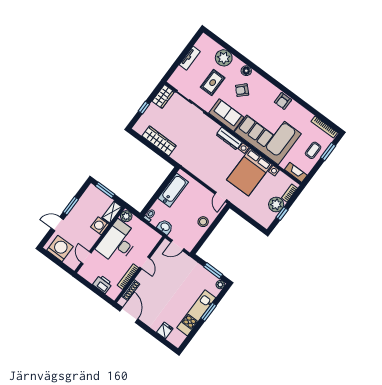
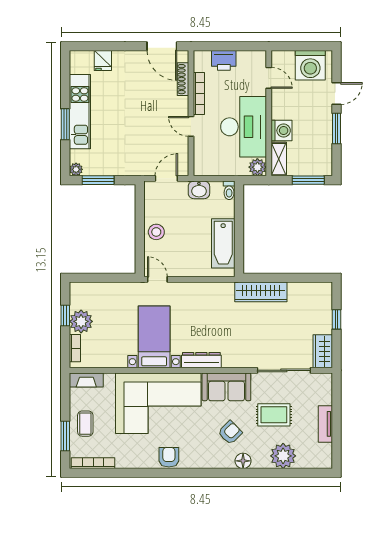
rug: (213, 83) -> (274, 415), turned 90
wardrobe: (159, 141) -> (261, 292), moved
bed with nightstands: (249, 172) -> (154, 337), width x0.73

